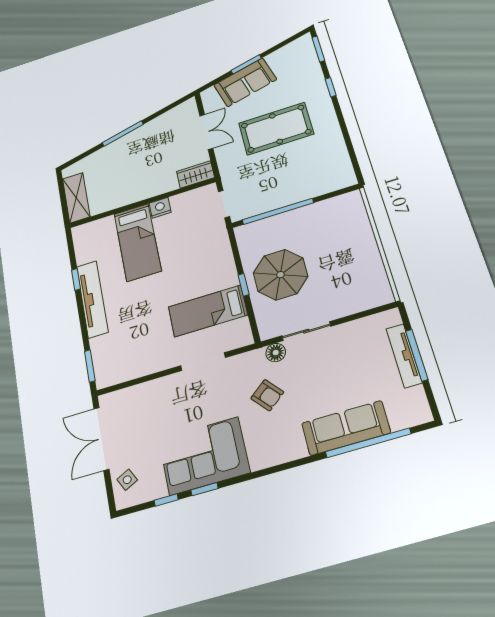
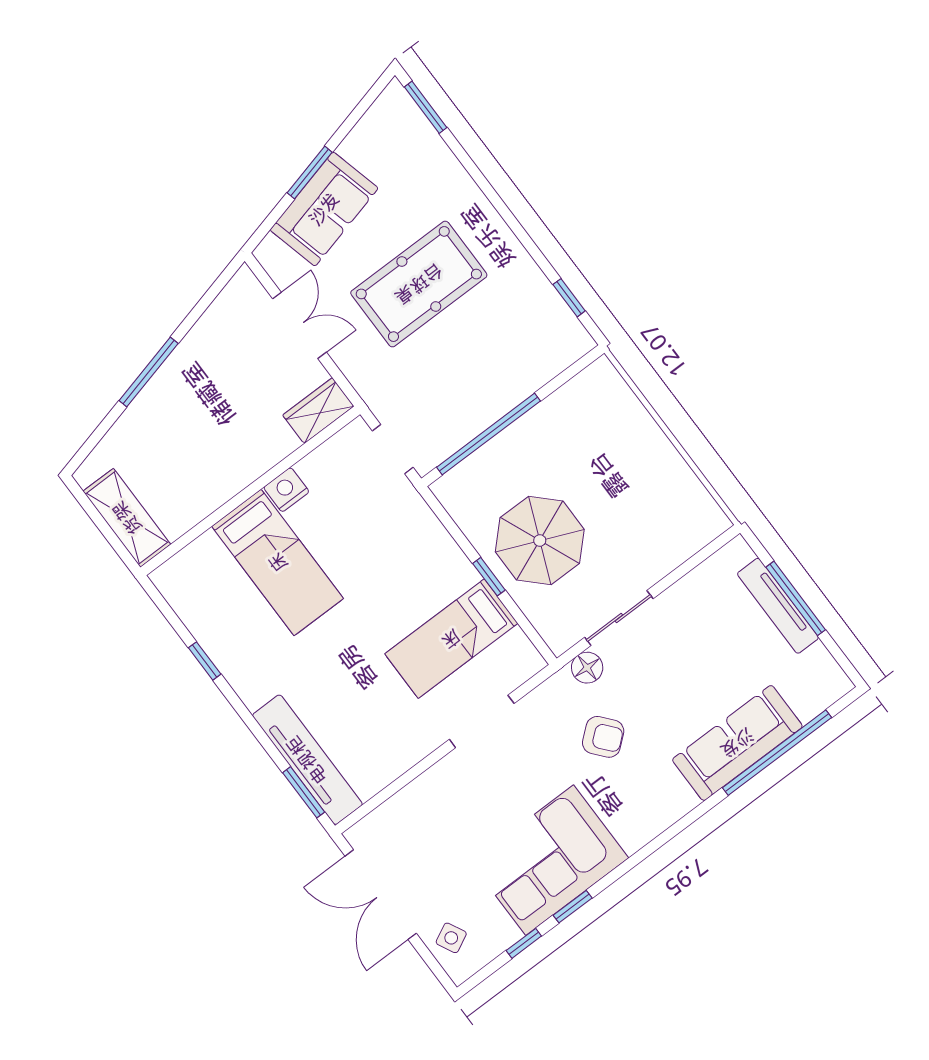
window: (331, 87) -> (569, 298), moved
tv unit: (92, 299) -> (307, 760), moved

